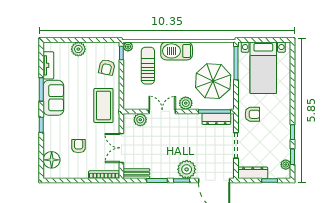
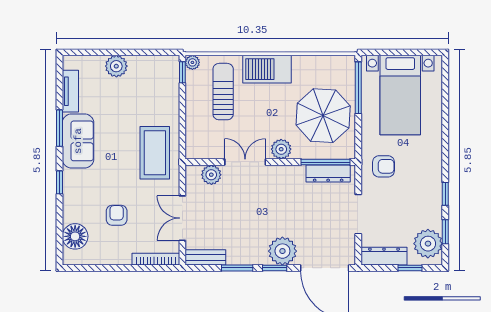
armchair: (107, 67) -> (160, 94), removed
plant: (286, 165) -> (428, 244), width x1.88, depth x1.88

